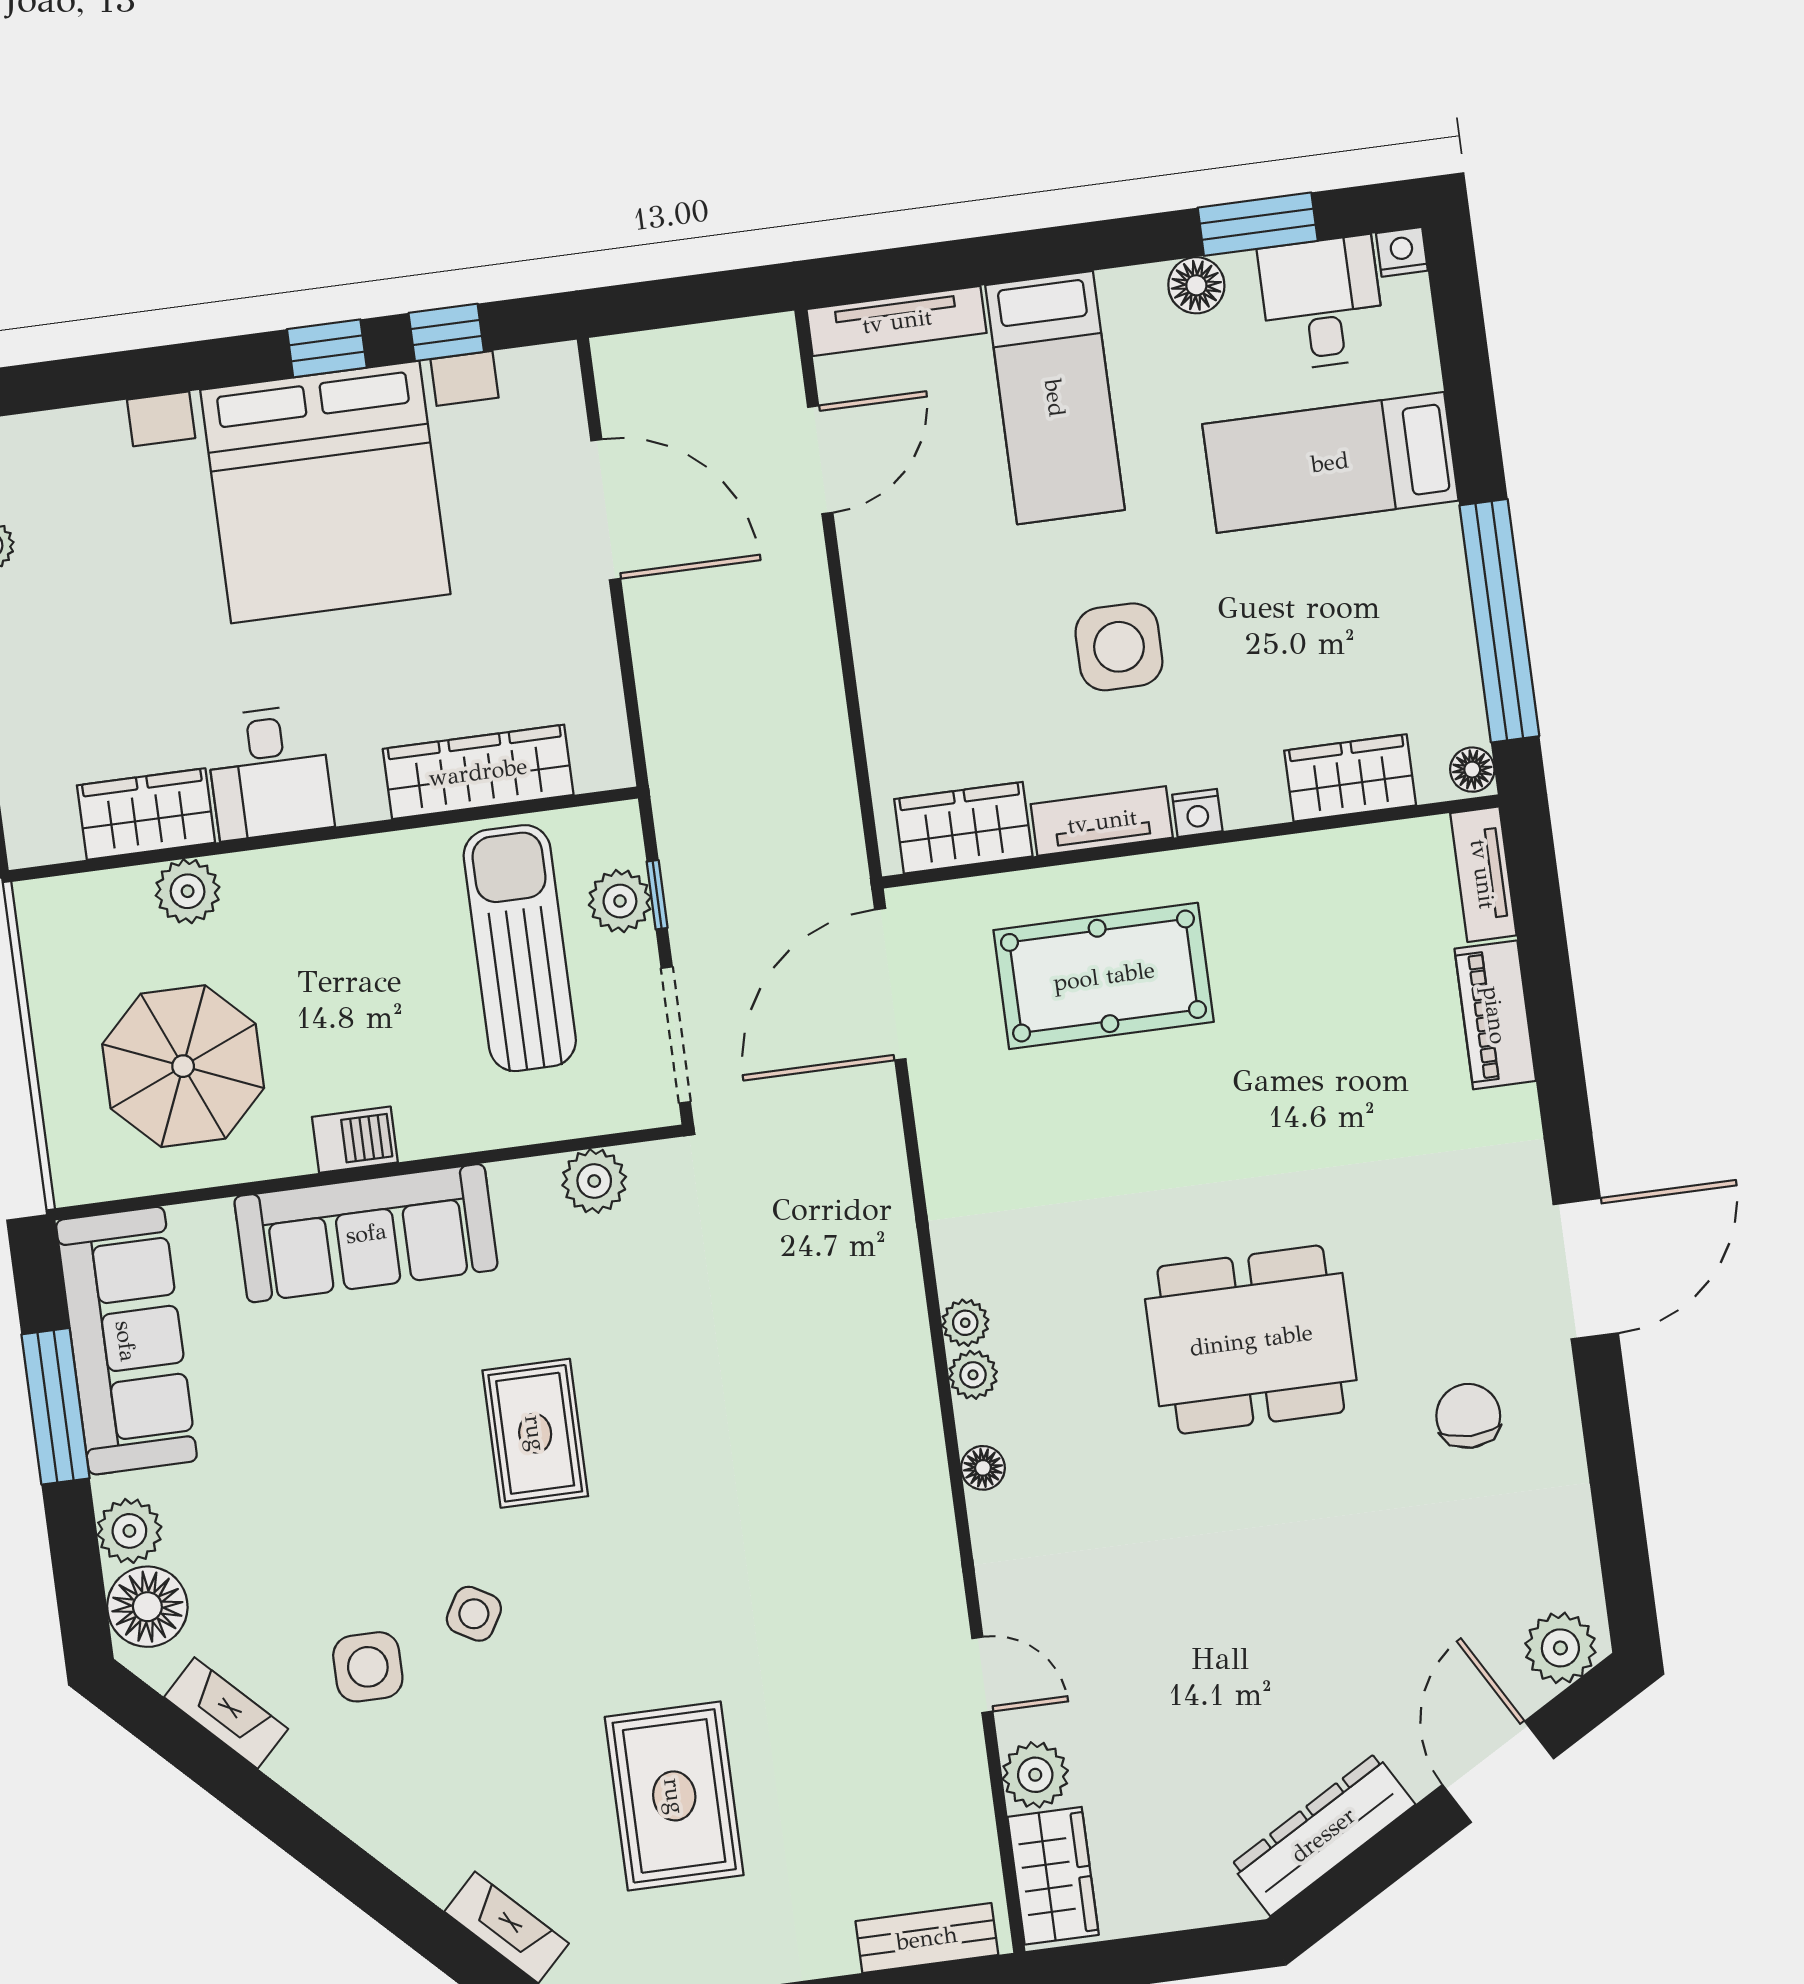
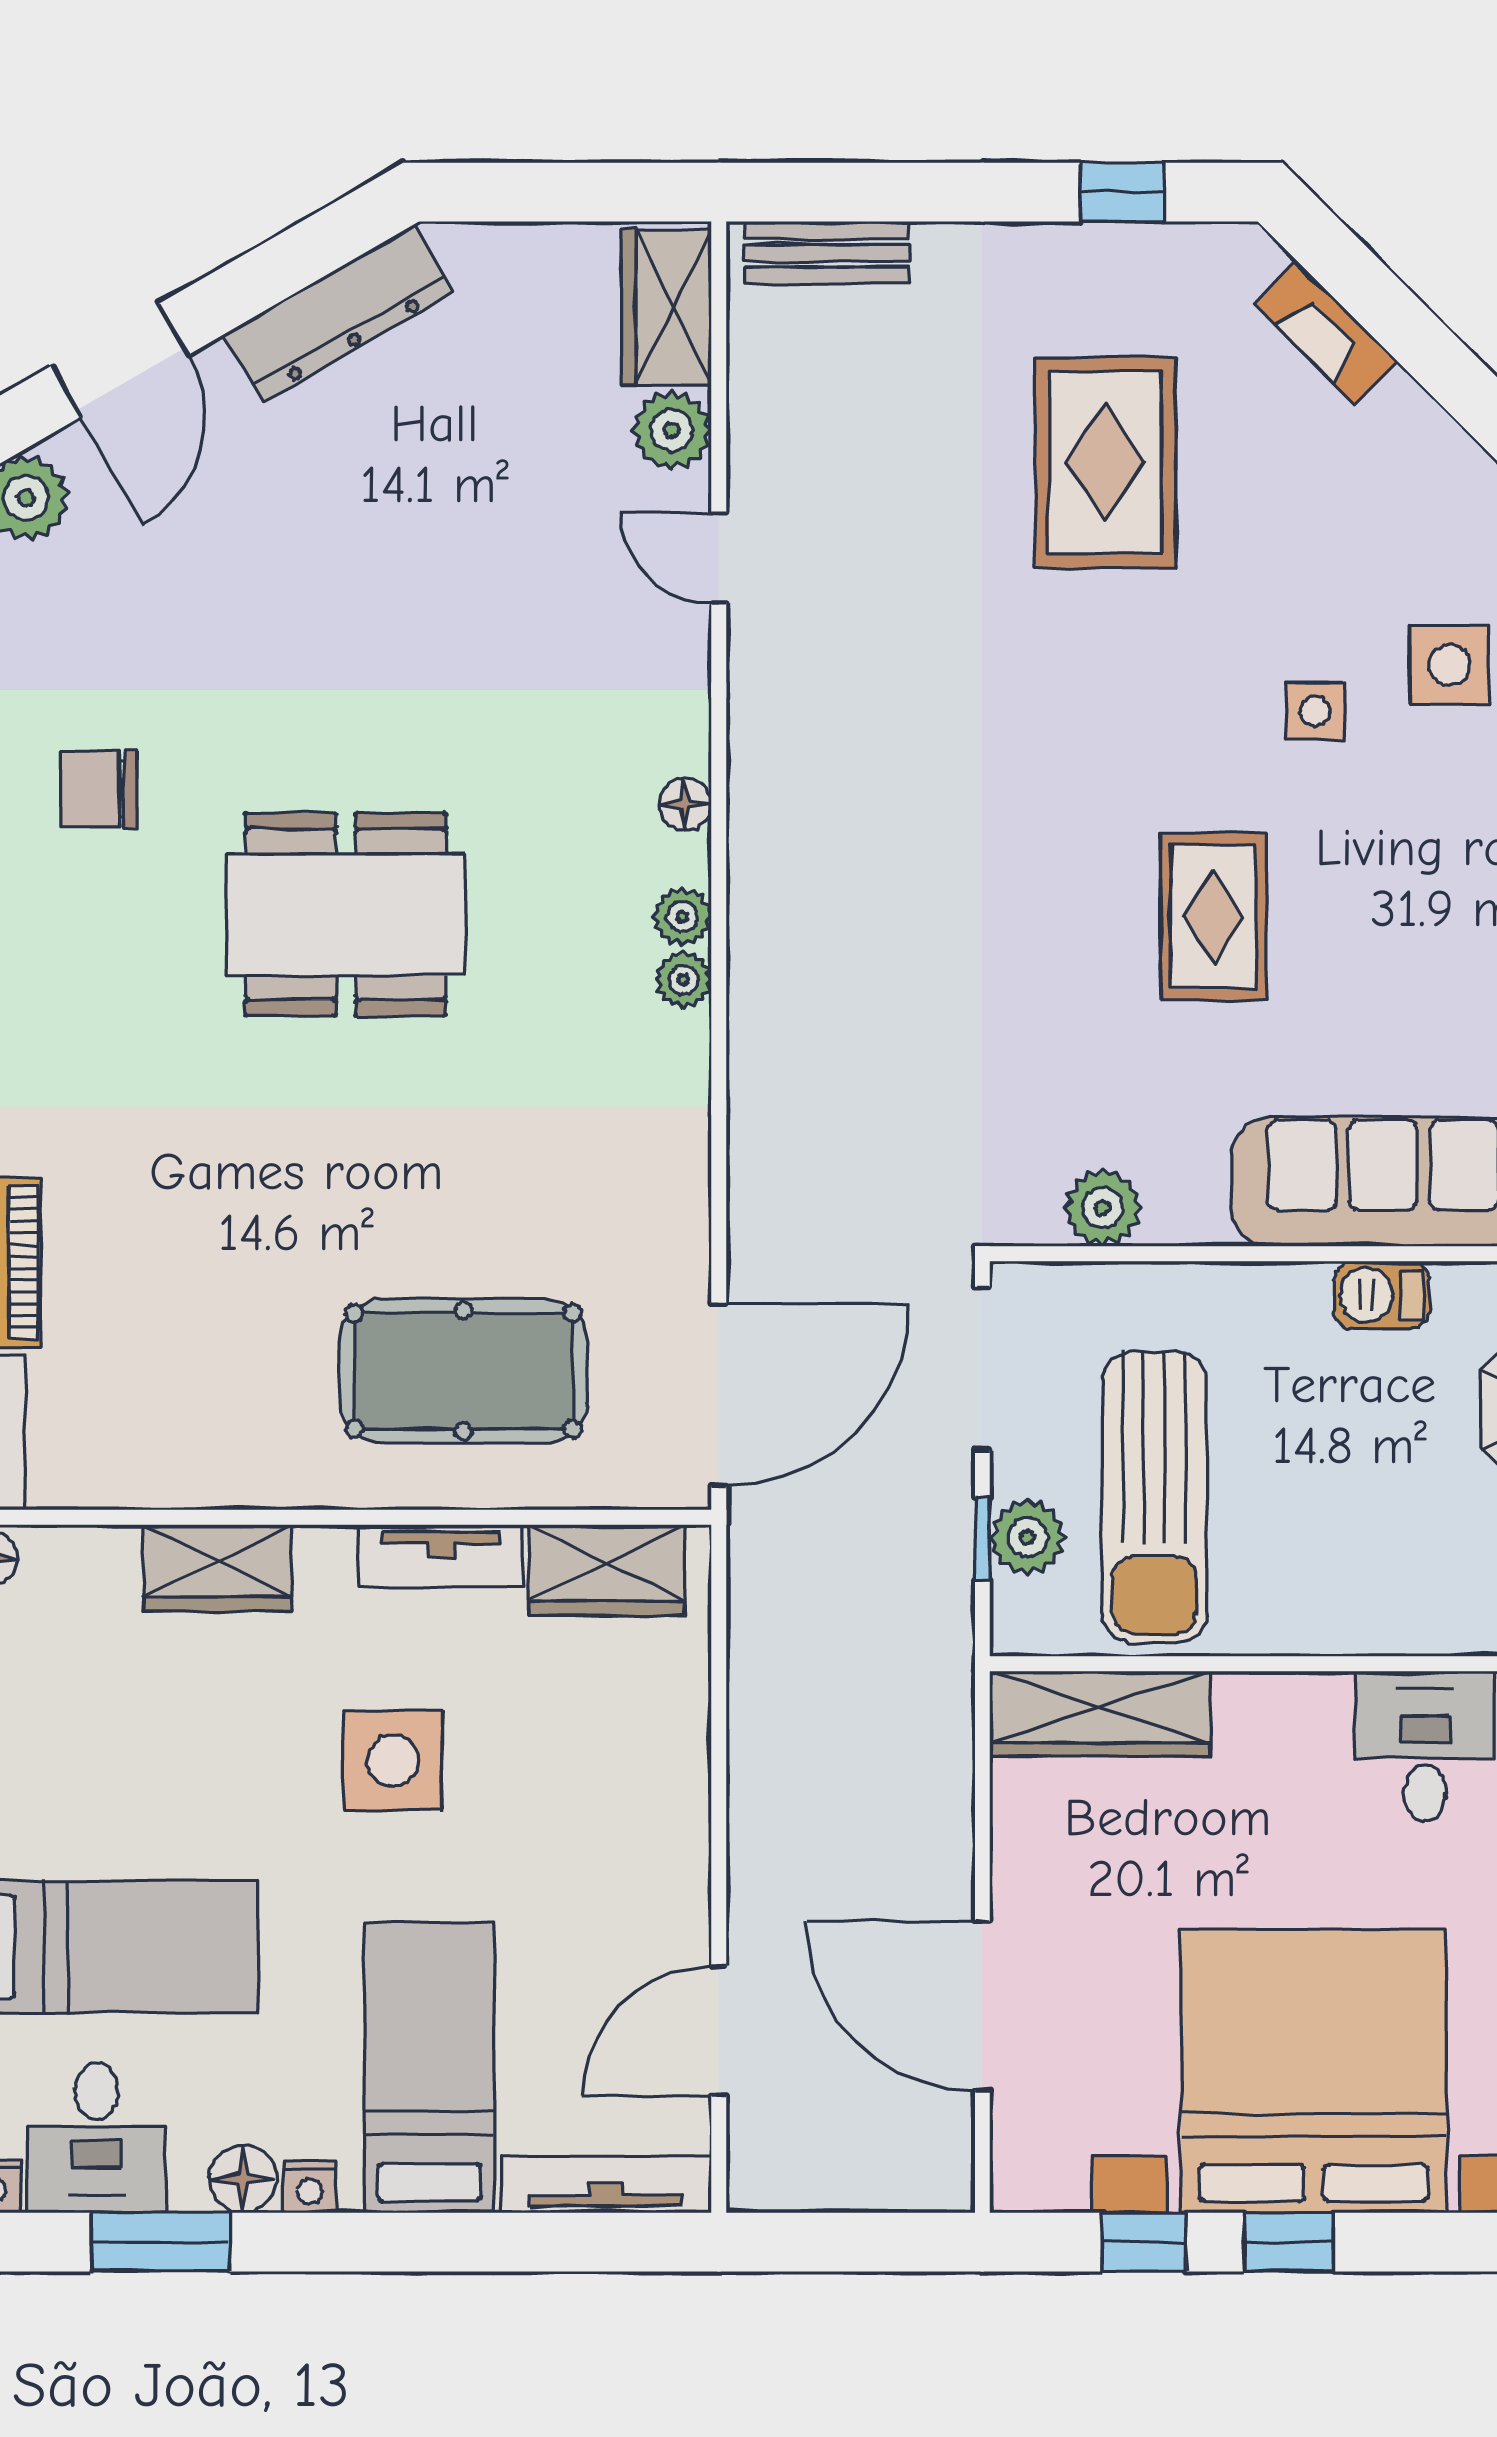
wardrobe: (478, 772) -> (1100, 1714), moved
wardrobe: (1350, 778) -> (218, 1568), moved
nightstand: (1197, 813) -> (310, 2187), moved, turned 180
chair: (1468, 1416) -> (99, 789), turned 90
side table: (474, 1614) -> (1315, 711), turned -30

